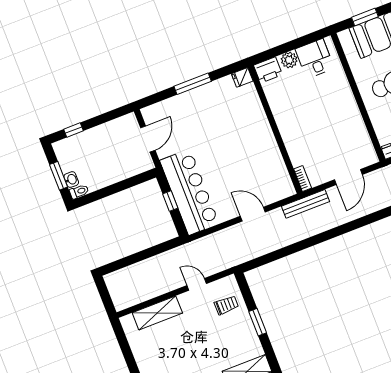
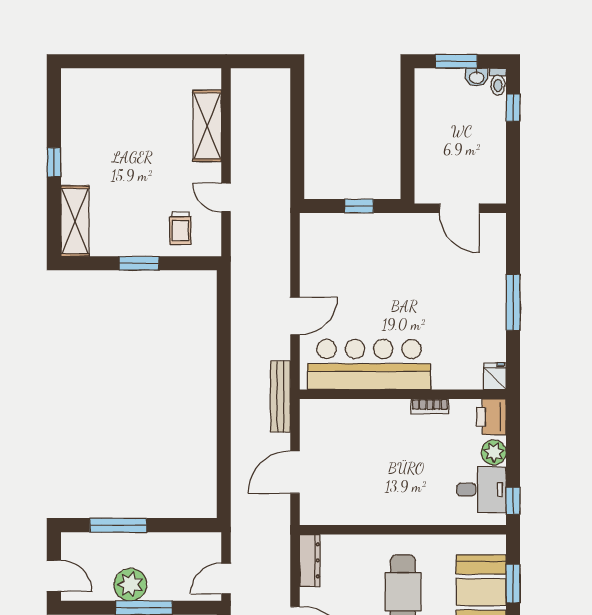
window: (314, 37) -> (513, 501), added
door: (348, 177) -> (295, 472), hinge flipped
bookcase: (303, 179) -> (430, 406), moved
washbasin: (71, 180) -> (477, 77), moved
toilet: (79, 192) -> (498, 82), moved
bar counter: (189, 192) -> (369, 365), moved, turned 180
door: (197, 284) -> (226, 198), swing flipped

